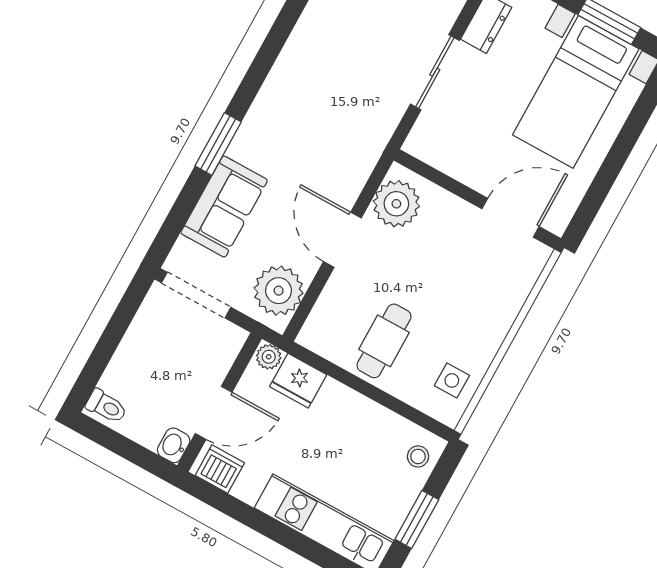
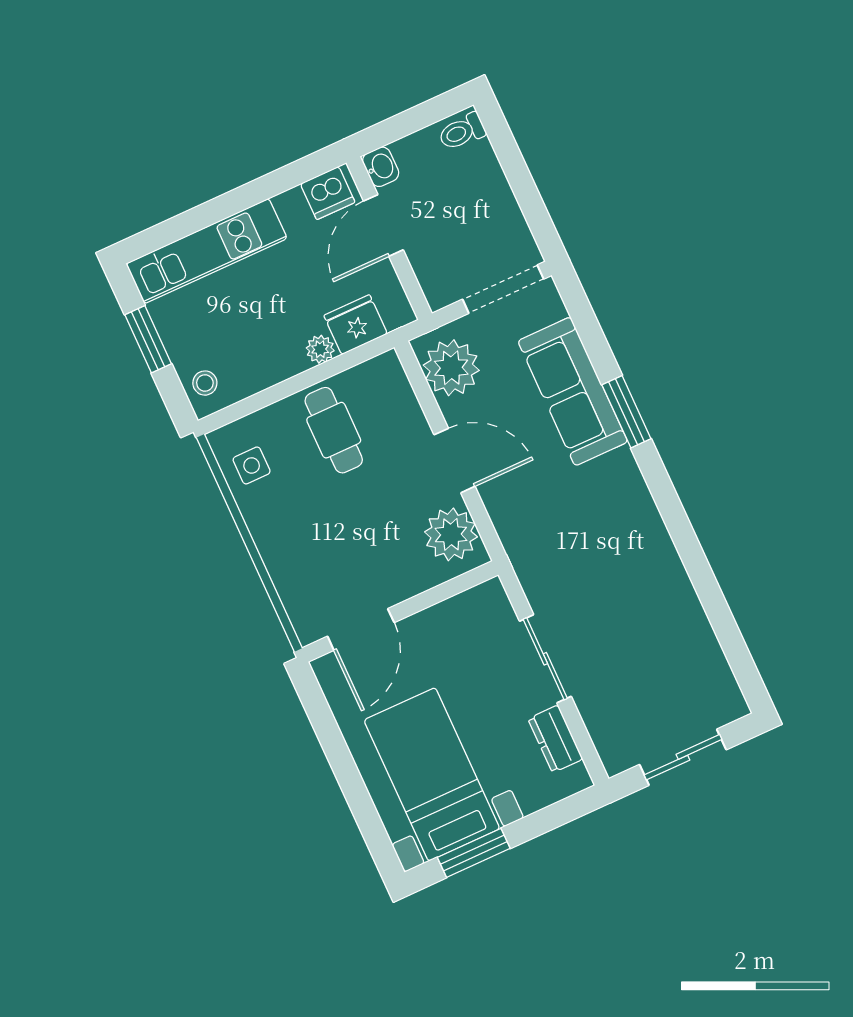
sofa: (224, 206) -> (573, 391), width x1.36
plant: (269, 357) -> (320, 349), moved

